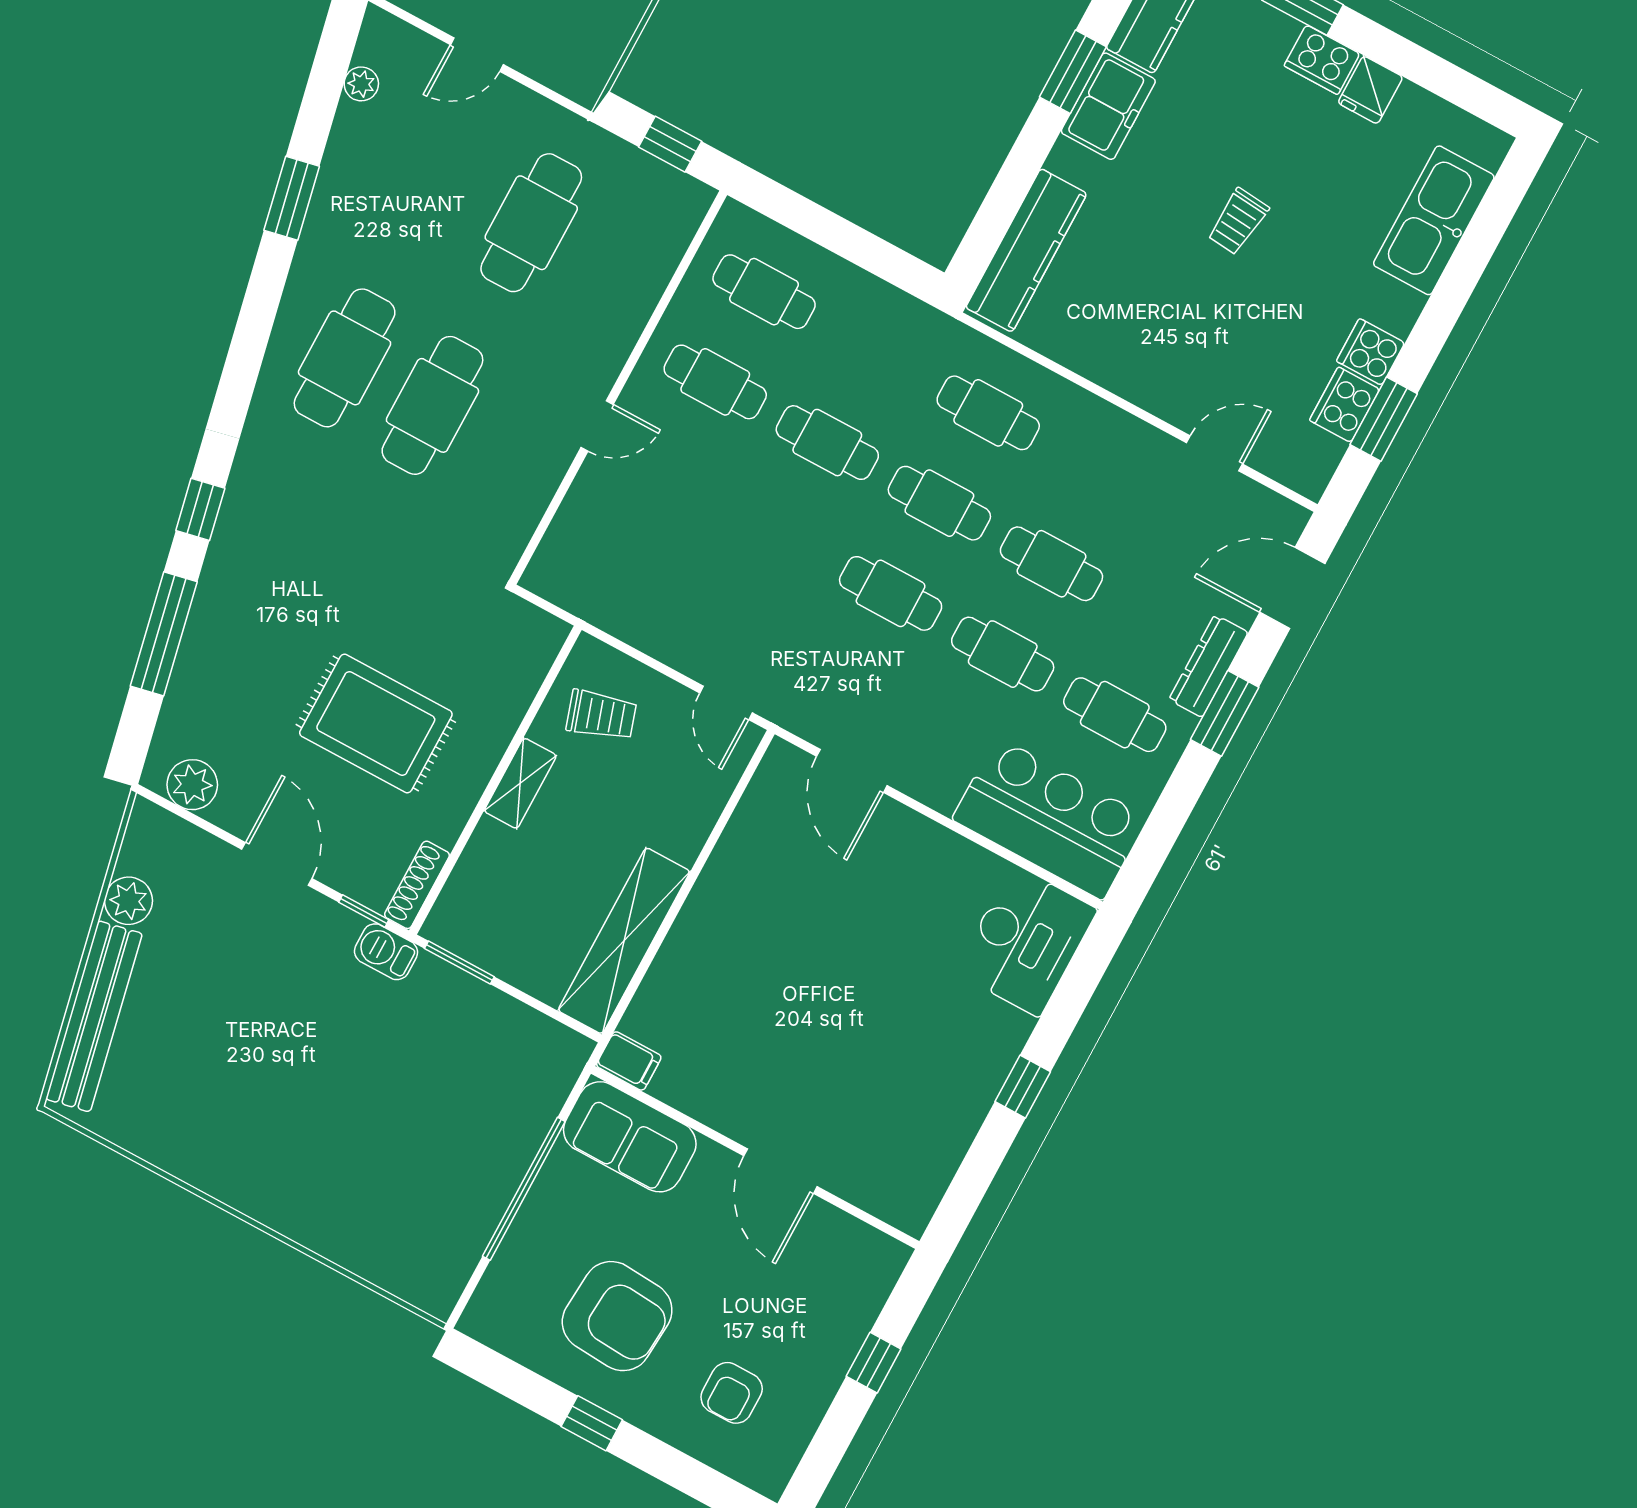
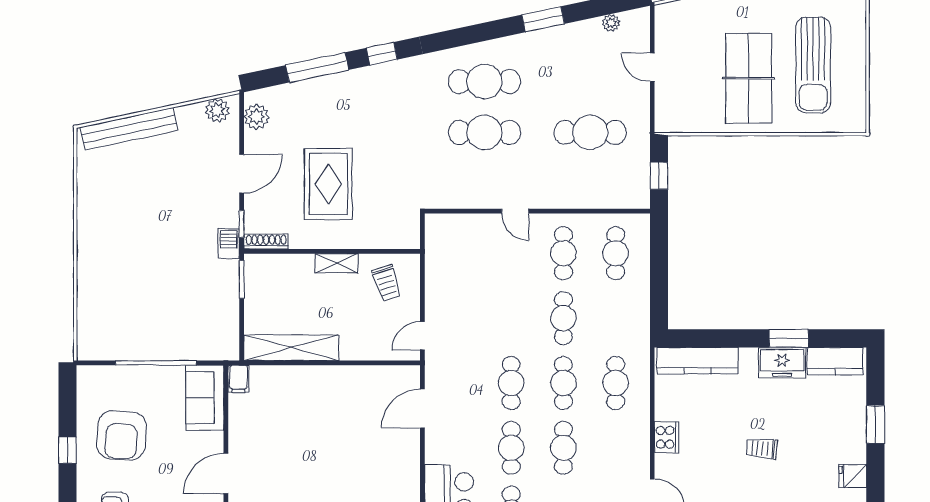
cooker: (1322, 60) -> (667, 437), moved, turned 180
plant: (128, 901) -> (217, 110), moved

